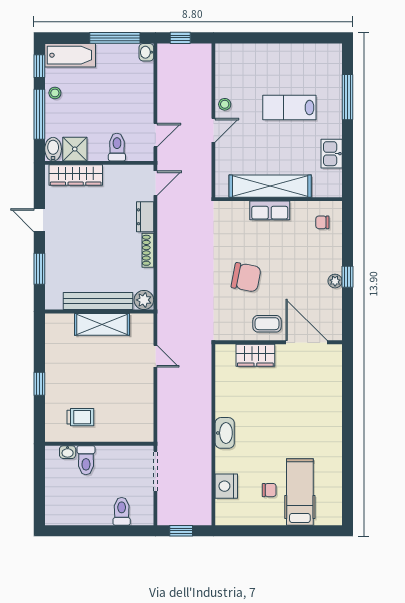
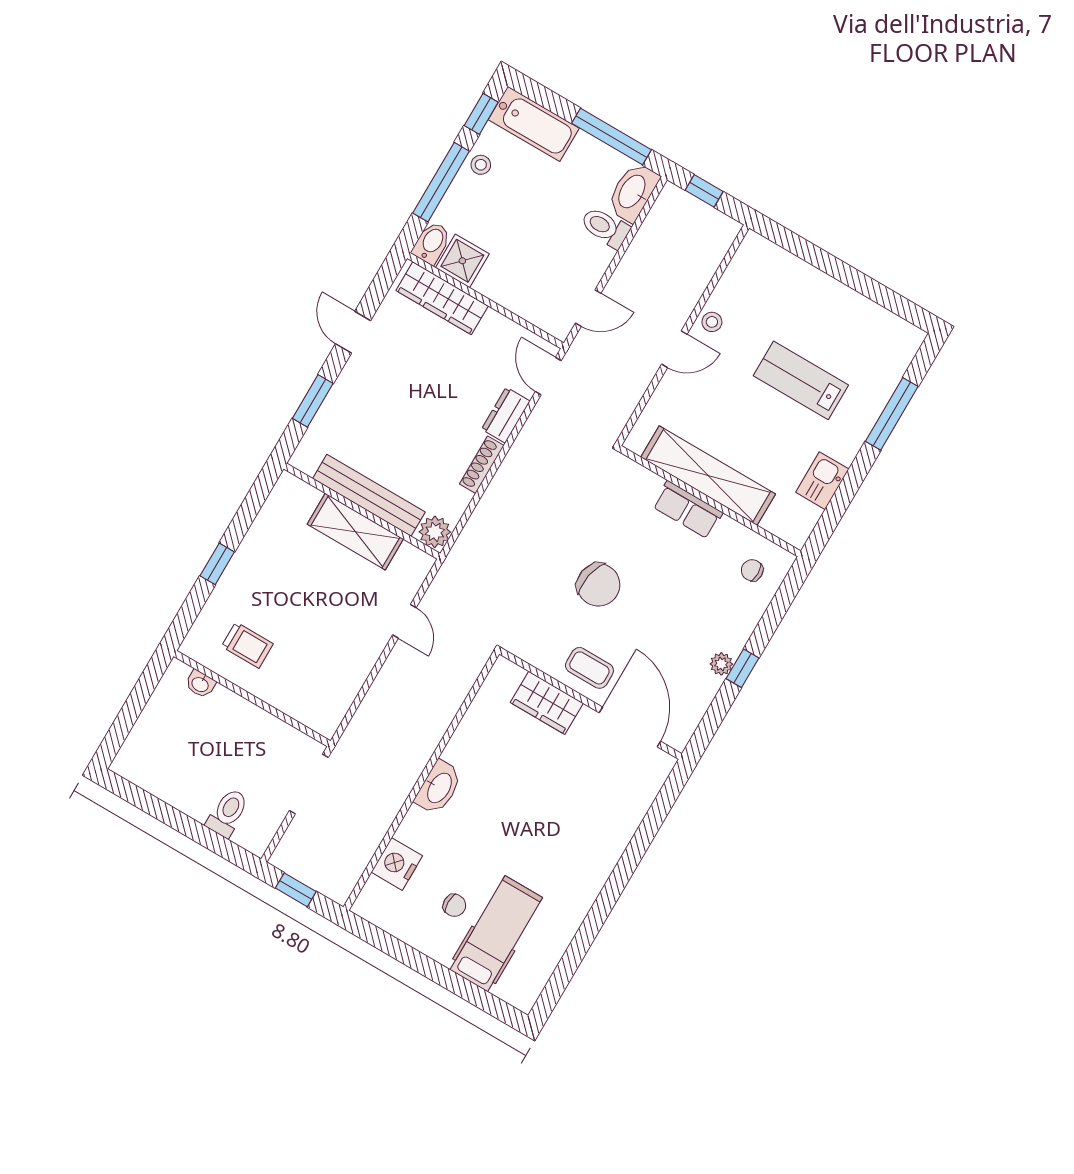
washbasin: (146, 52) -> (633, 192), width x1.91, depth x1.45
toilet: (117, 147) -> (605, 227), moved, turned -90
door: (155, 183) -> (548, 376), swing flipped
toilet: (86, 460) -> (220, 711), removed

